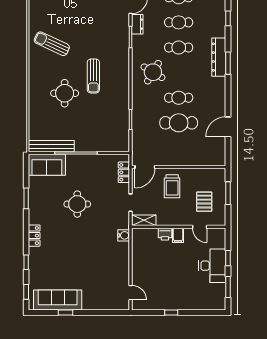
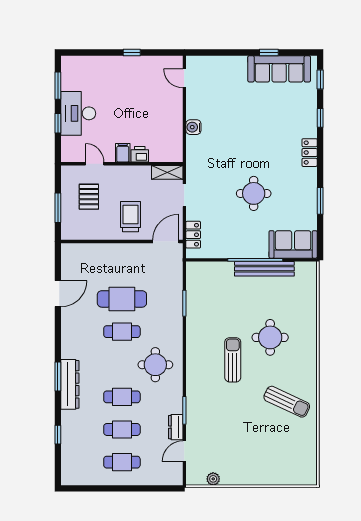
round table: (153, 72) -> (155, 365), turned -31
bench: (51, 146) -> (264, 269), moved
water cooler: (124, 235) -> (193, 127), moved

